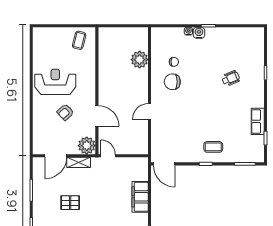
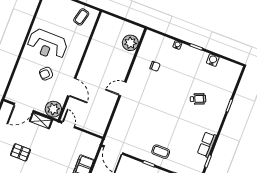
water cooler: (199, 33) -> (213, 60), moved
plant: (140, 60) -> (130, 43), moved
reception desk: (55, 82) -> (47, 45), turned 180
chair: (172, 82) -> (147, 83), removed
door: (150, 112) -> (123, 89), moved

